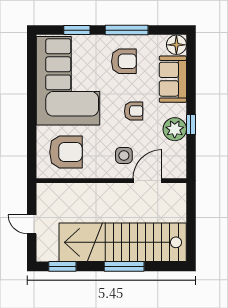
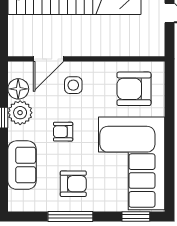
window: (77, 30) -> (136, 216), moved
floor lamp: (176, 45) -> (18, 89), moved
armchair: (124, 61) -> (73, 184), turned 180

